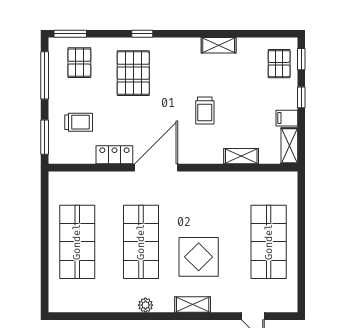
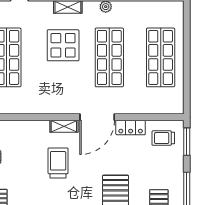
trolley: (205, 111) -> (58, 163), width x1.36, depth x1.39
trolley: (79, 122) -> (163, 138), moved
shelving: (241, 156) -> (64, 126), moved

